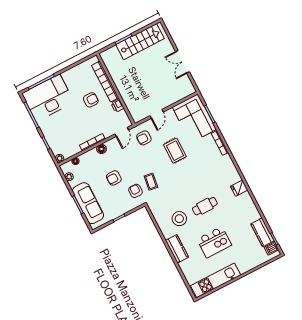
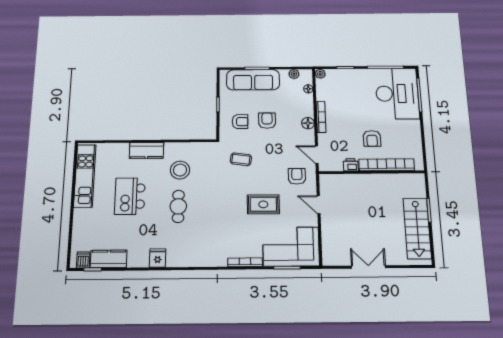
fridge: (239, 188) -> (158, 258), moved
armchair: (135, 191) -> (240, 122), moved

